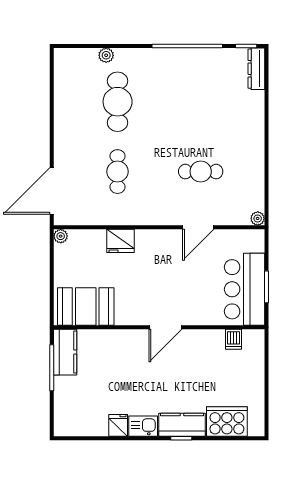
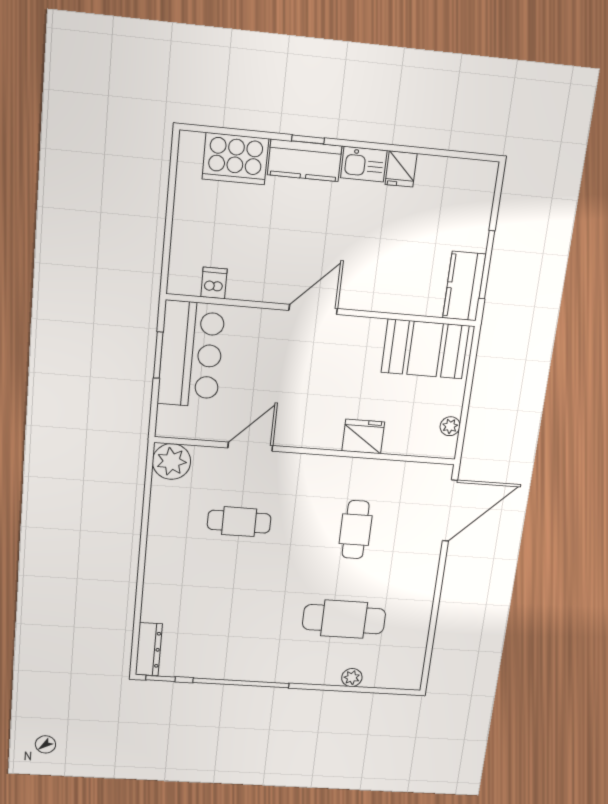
cafe table: (118, 102) -> (344, 619), turned 90
plant: (258, 218) -> (172, 462), width x1.88, depth x1.88
plant: (61, 236) -> (450, 426), moved

